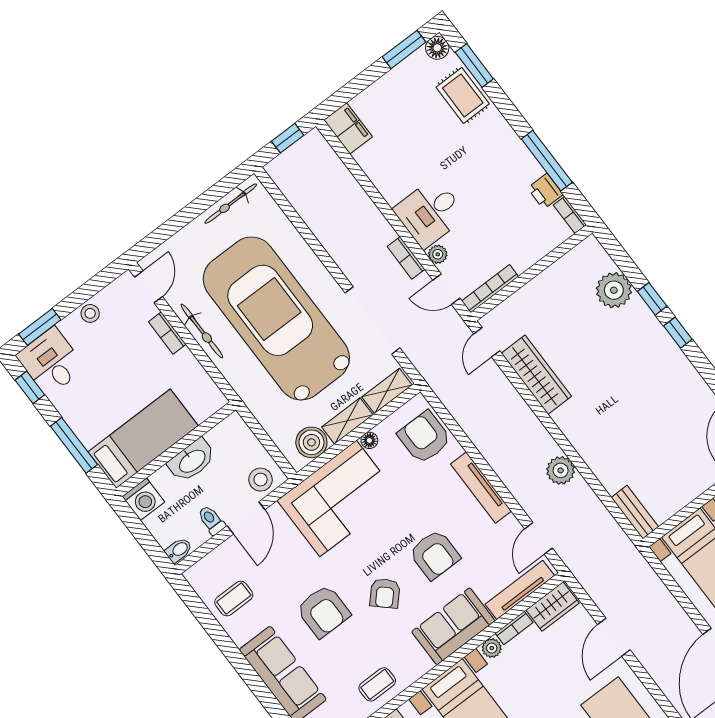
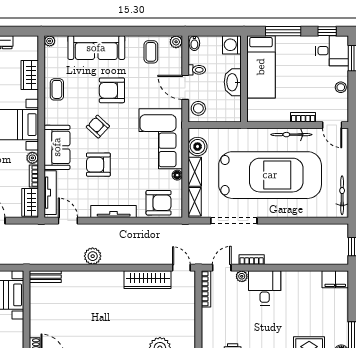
plant: (195, 575) -> (176, 42), added

